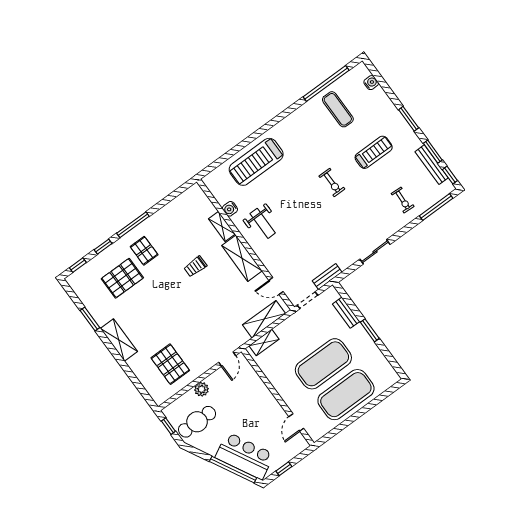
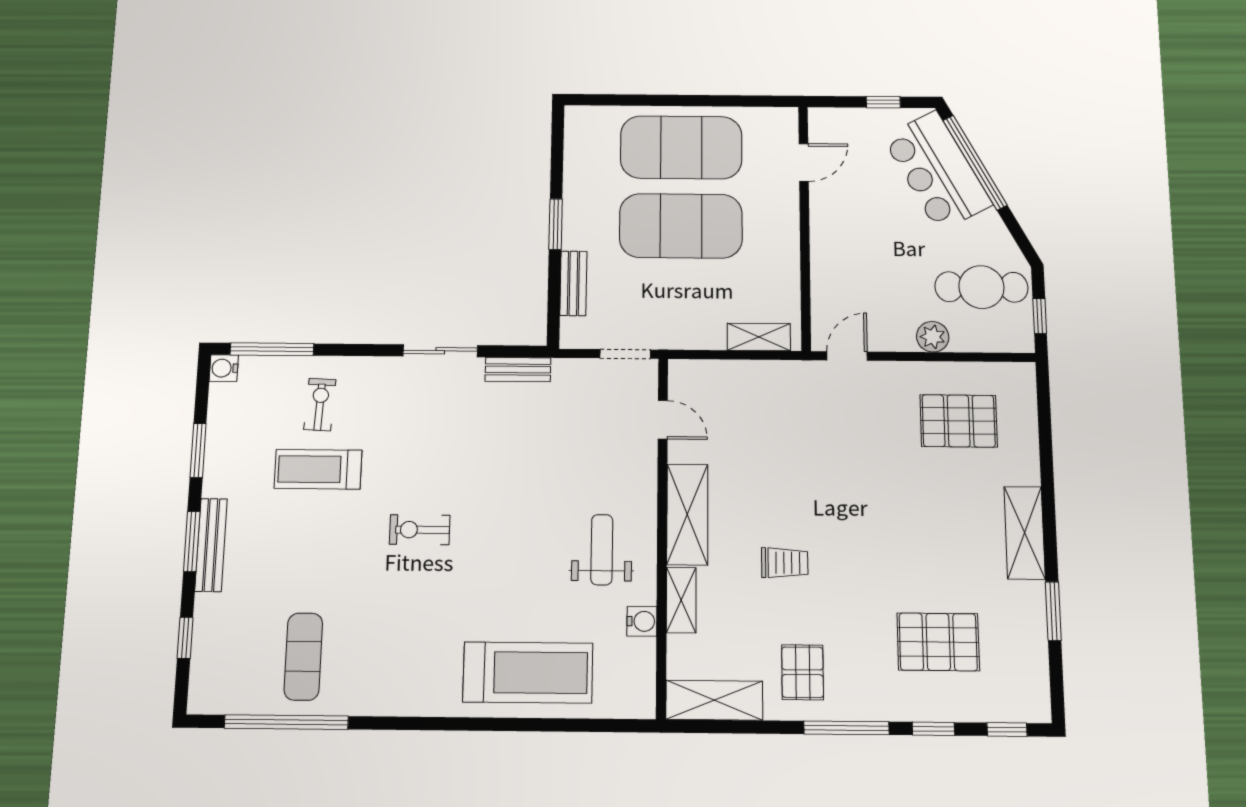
water cooler: (371, 83) -> (224, 368), moved
treadmill: (374, 152) -> (318, 469), moved
bench: (432, 165) -> (211, 545), moved
window: (450, 175) -> (185, 638), moved
exercise bike: (332, 183) -> (420, 530), turned -90
pallet: (144, 251) -> (803, 672), moved
bench: (327, 276) -> (518, 370), moved
shelving: (264, 319) -> (714, 700), moved
pallet: (170, 364) -> (959, 421), turned 90

